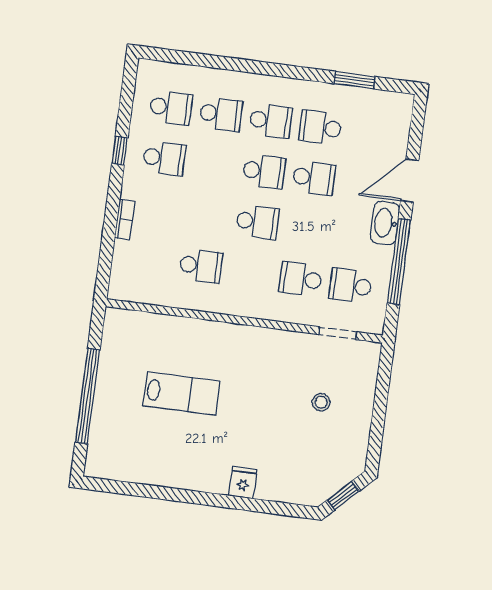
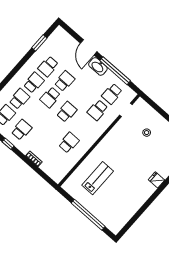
school desk: (264, 171) -> (50, 97), turned 180
lab bench: (181, 393) -> (98, 178), moved

